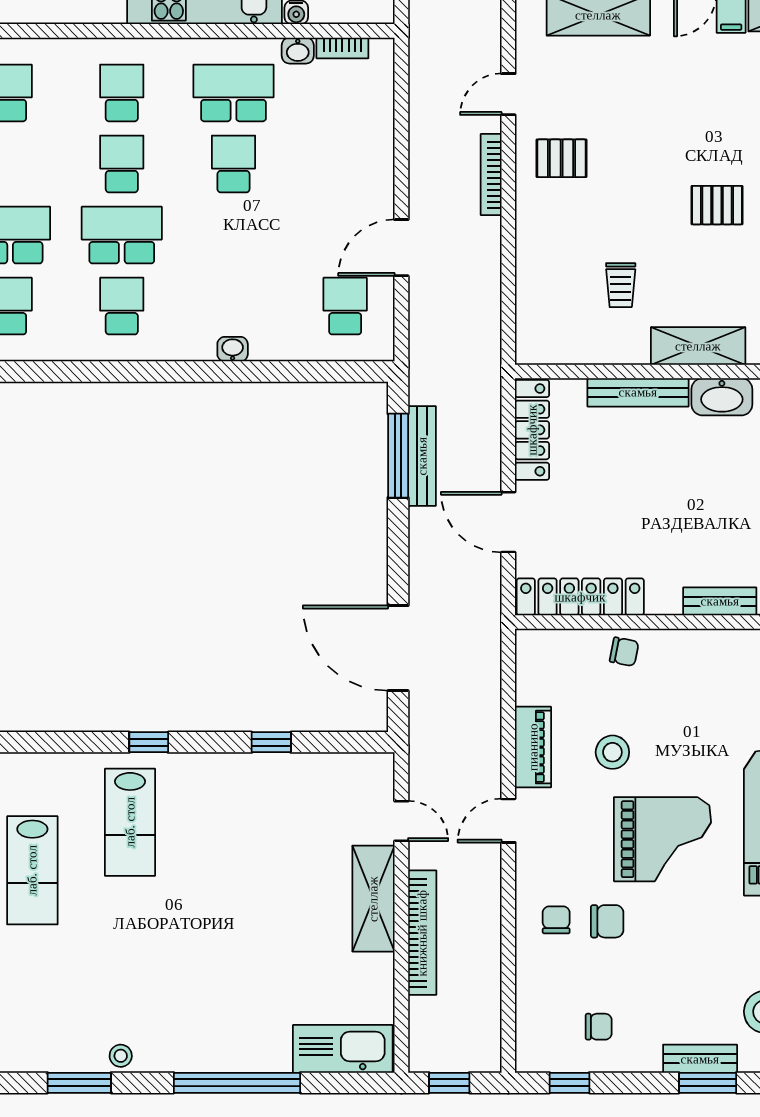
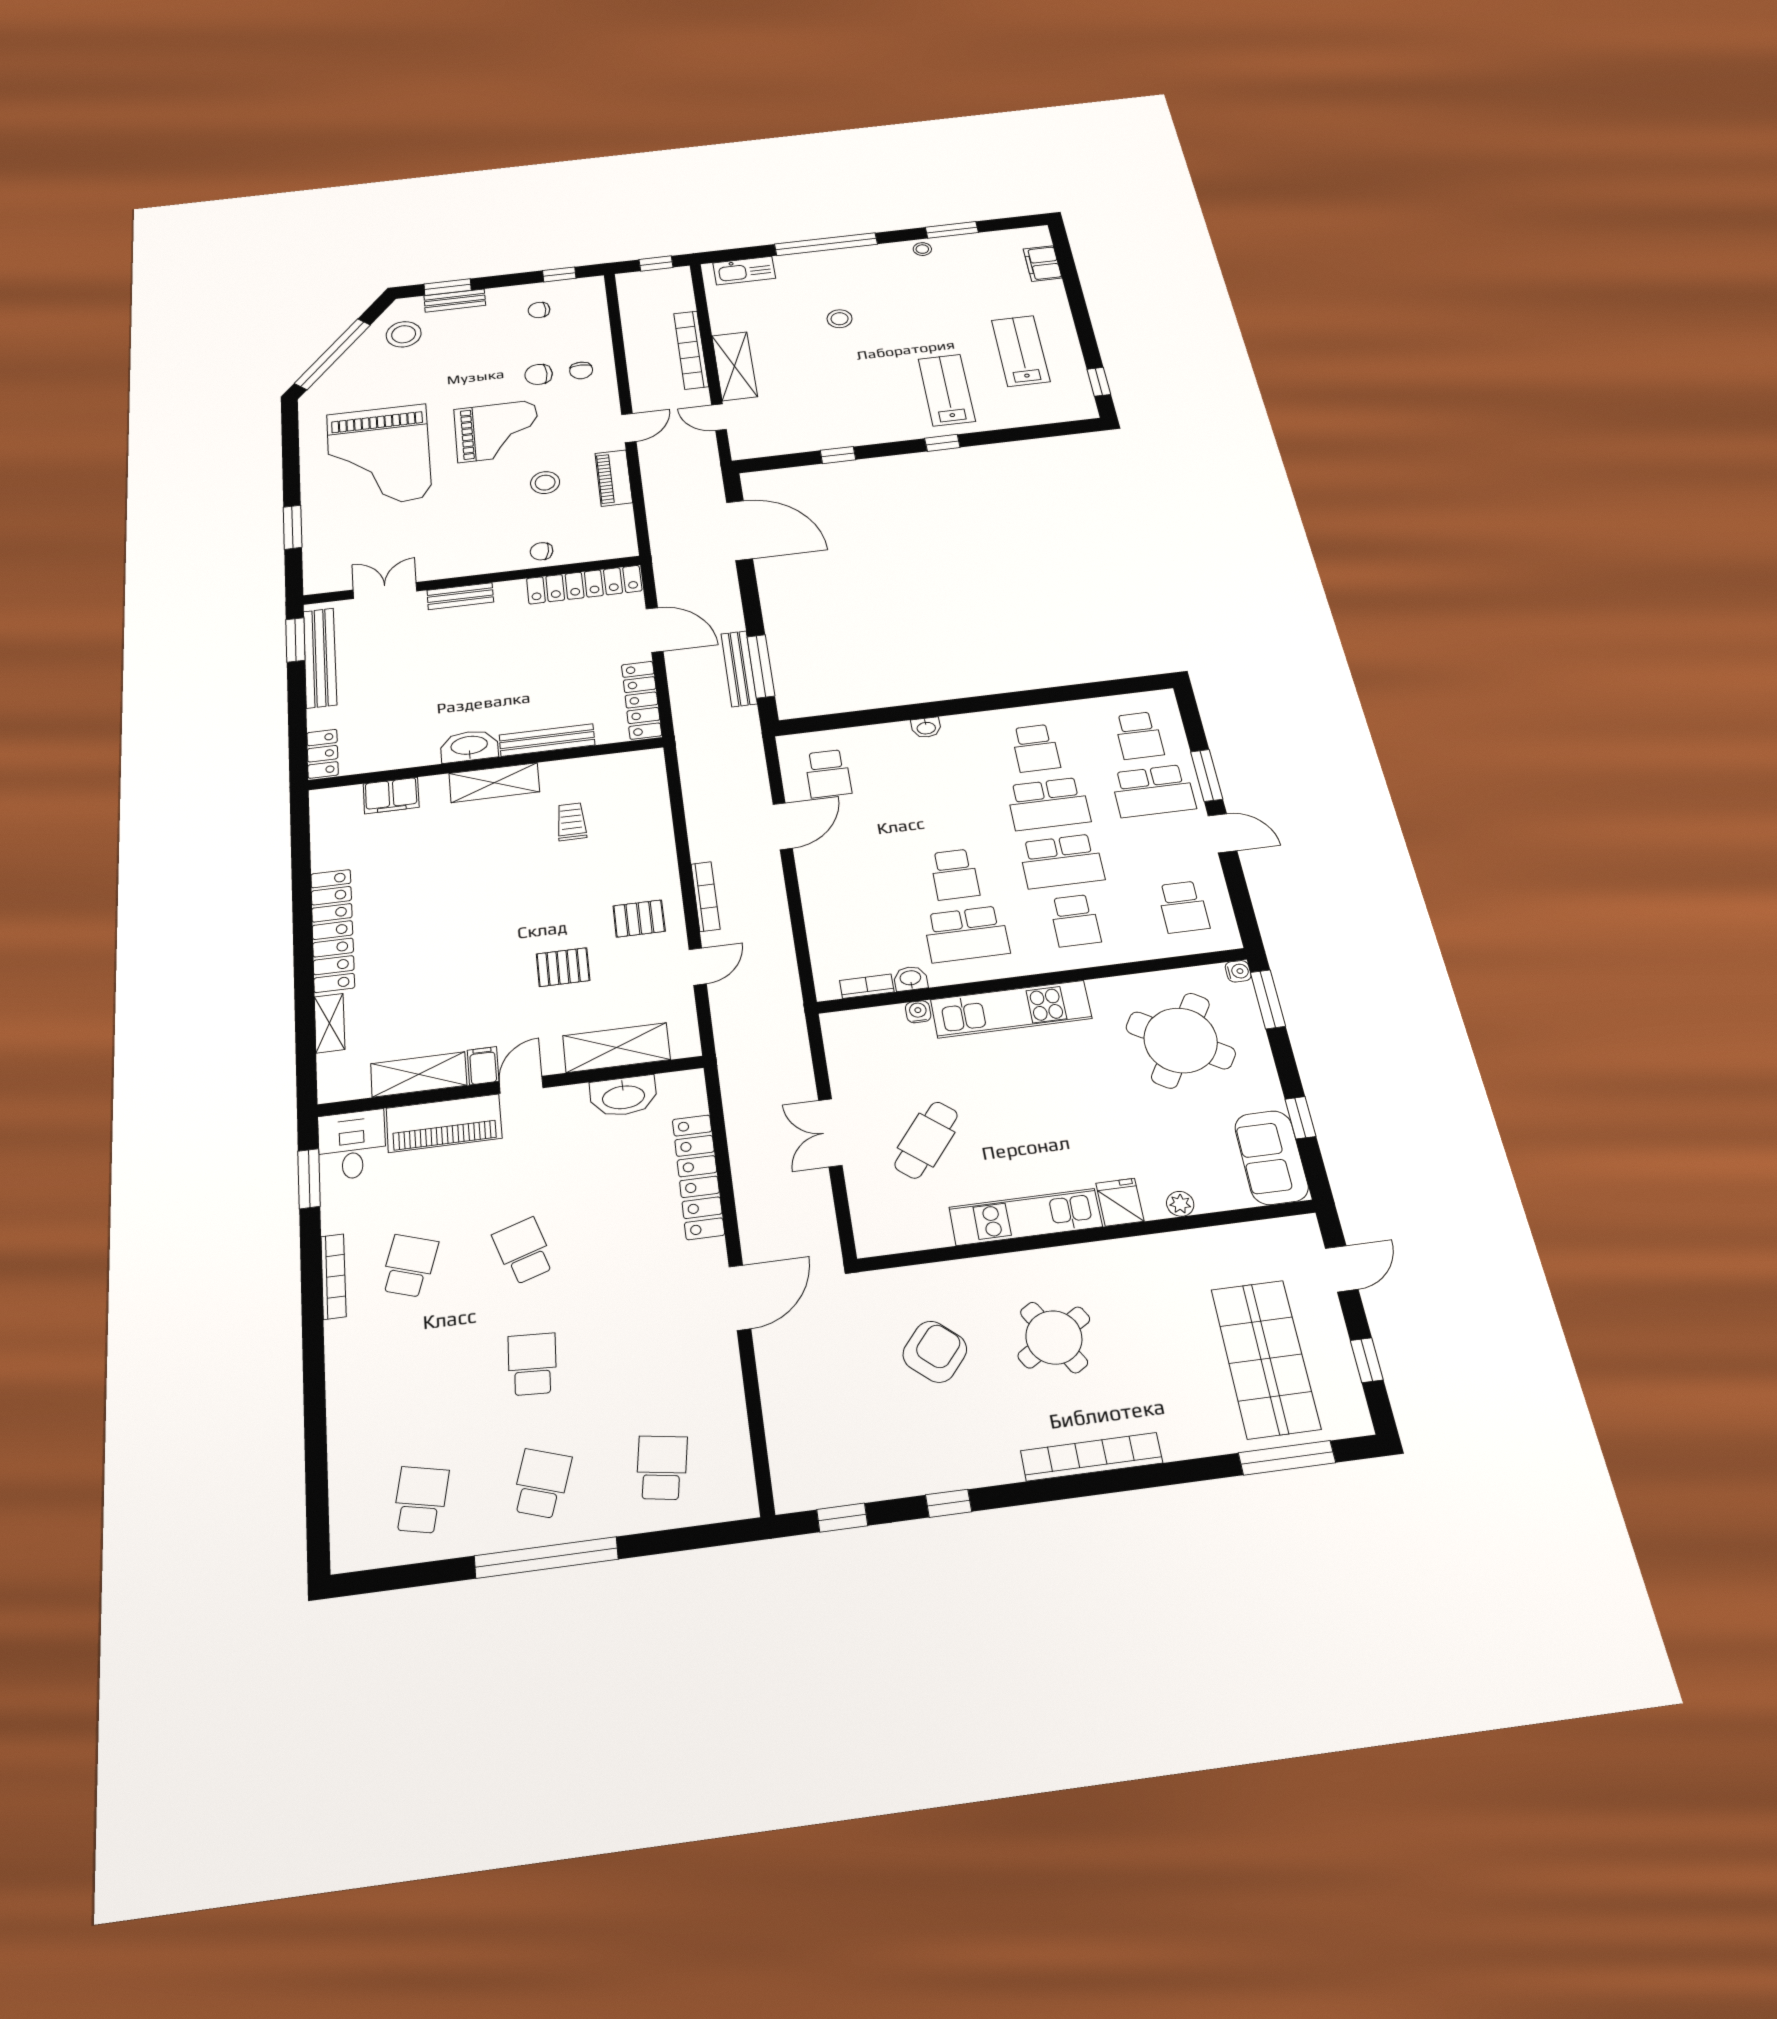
school desk: (122, 164) -> (1061, 861), width x1.85
pallet: (717, 205) -> (563, 967), moved
grand piano: (663, 839) -> (497, 431), turned 180
stool: (238, 956) -> (840, 319), added
kitchen sink: (343, 1049) -> (744, 271), width x0.73, depth x0.81

